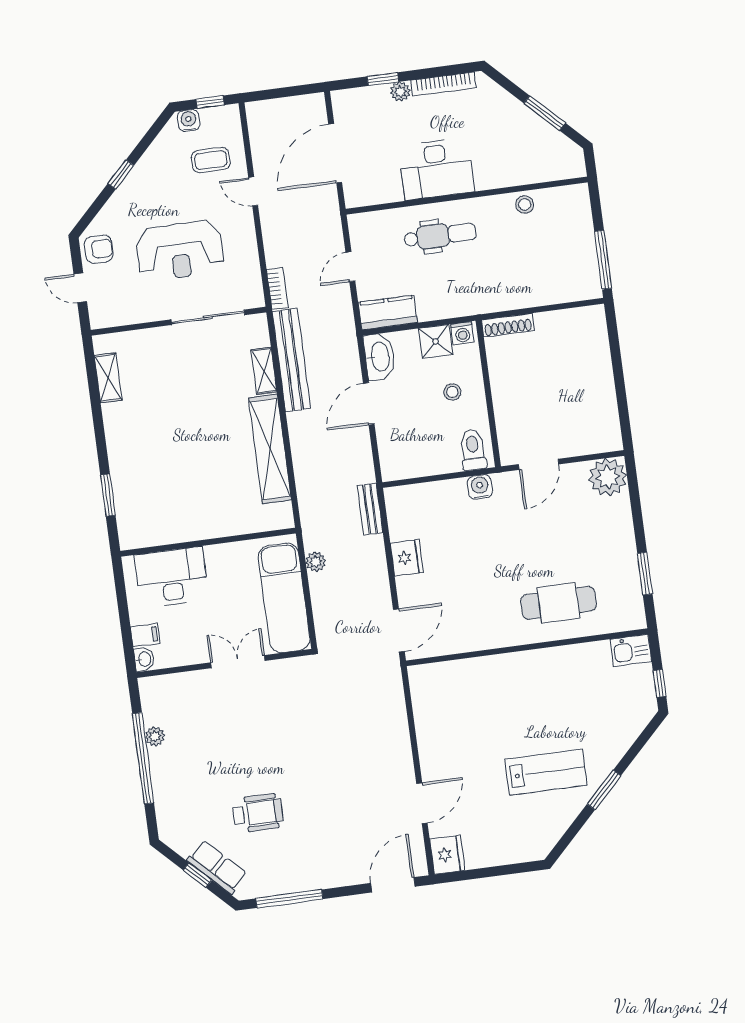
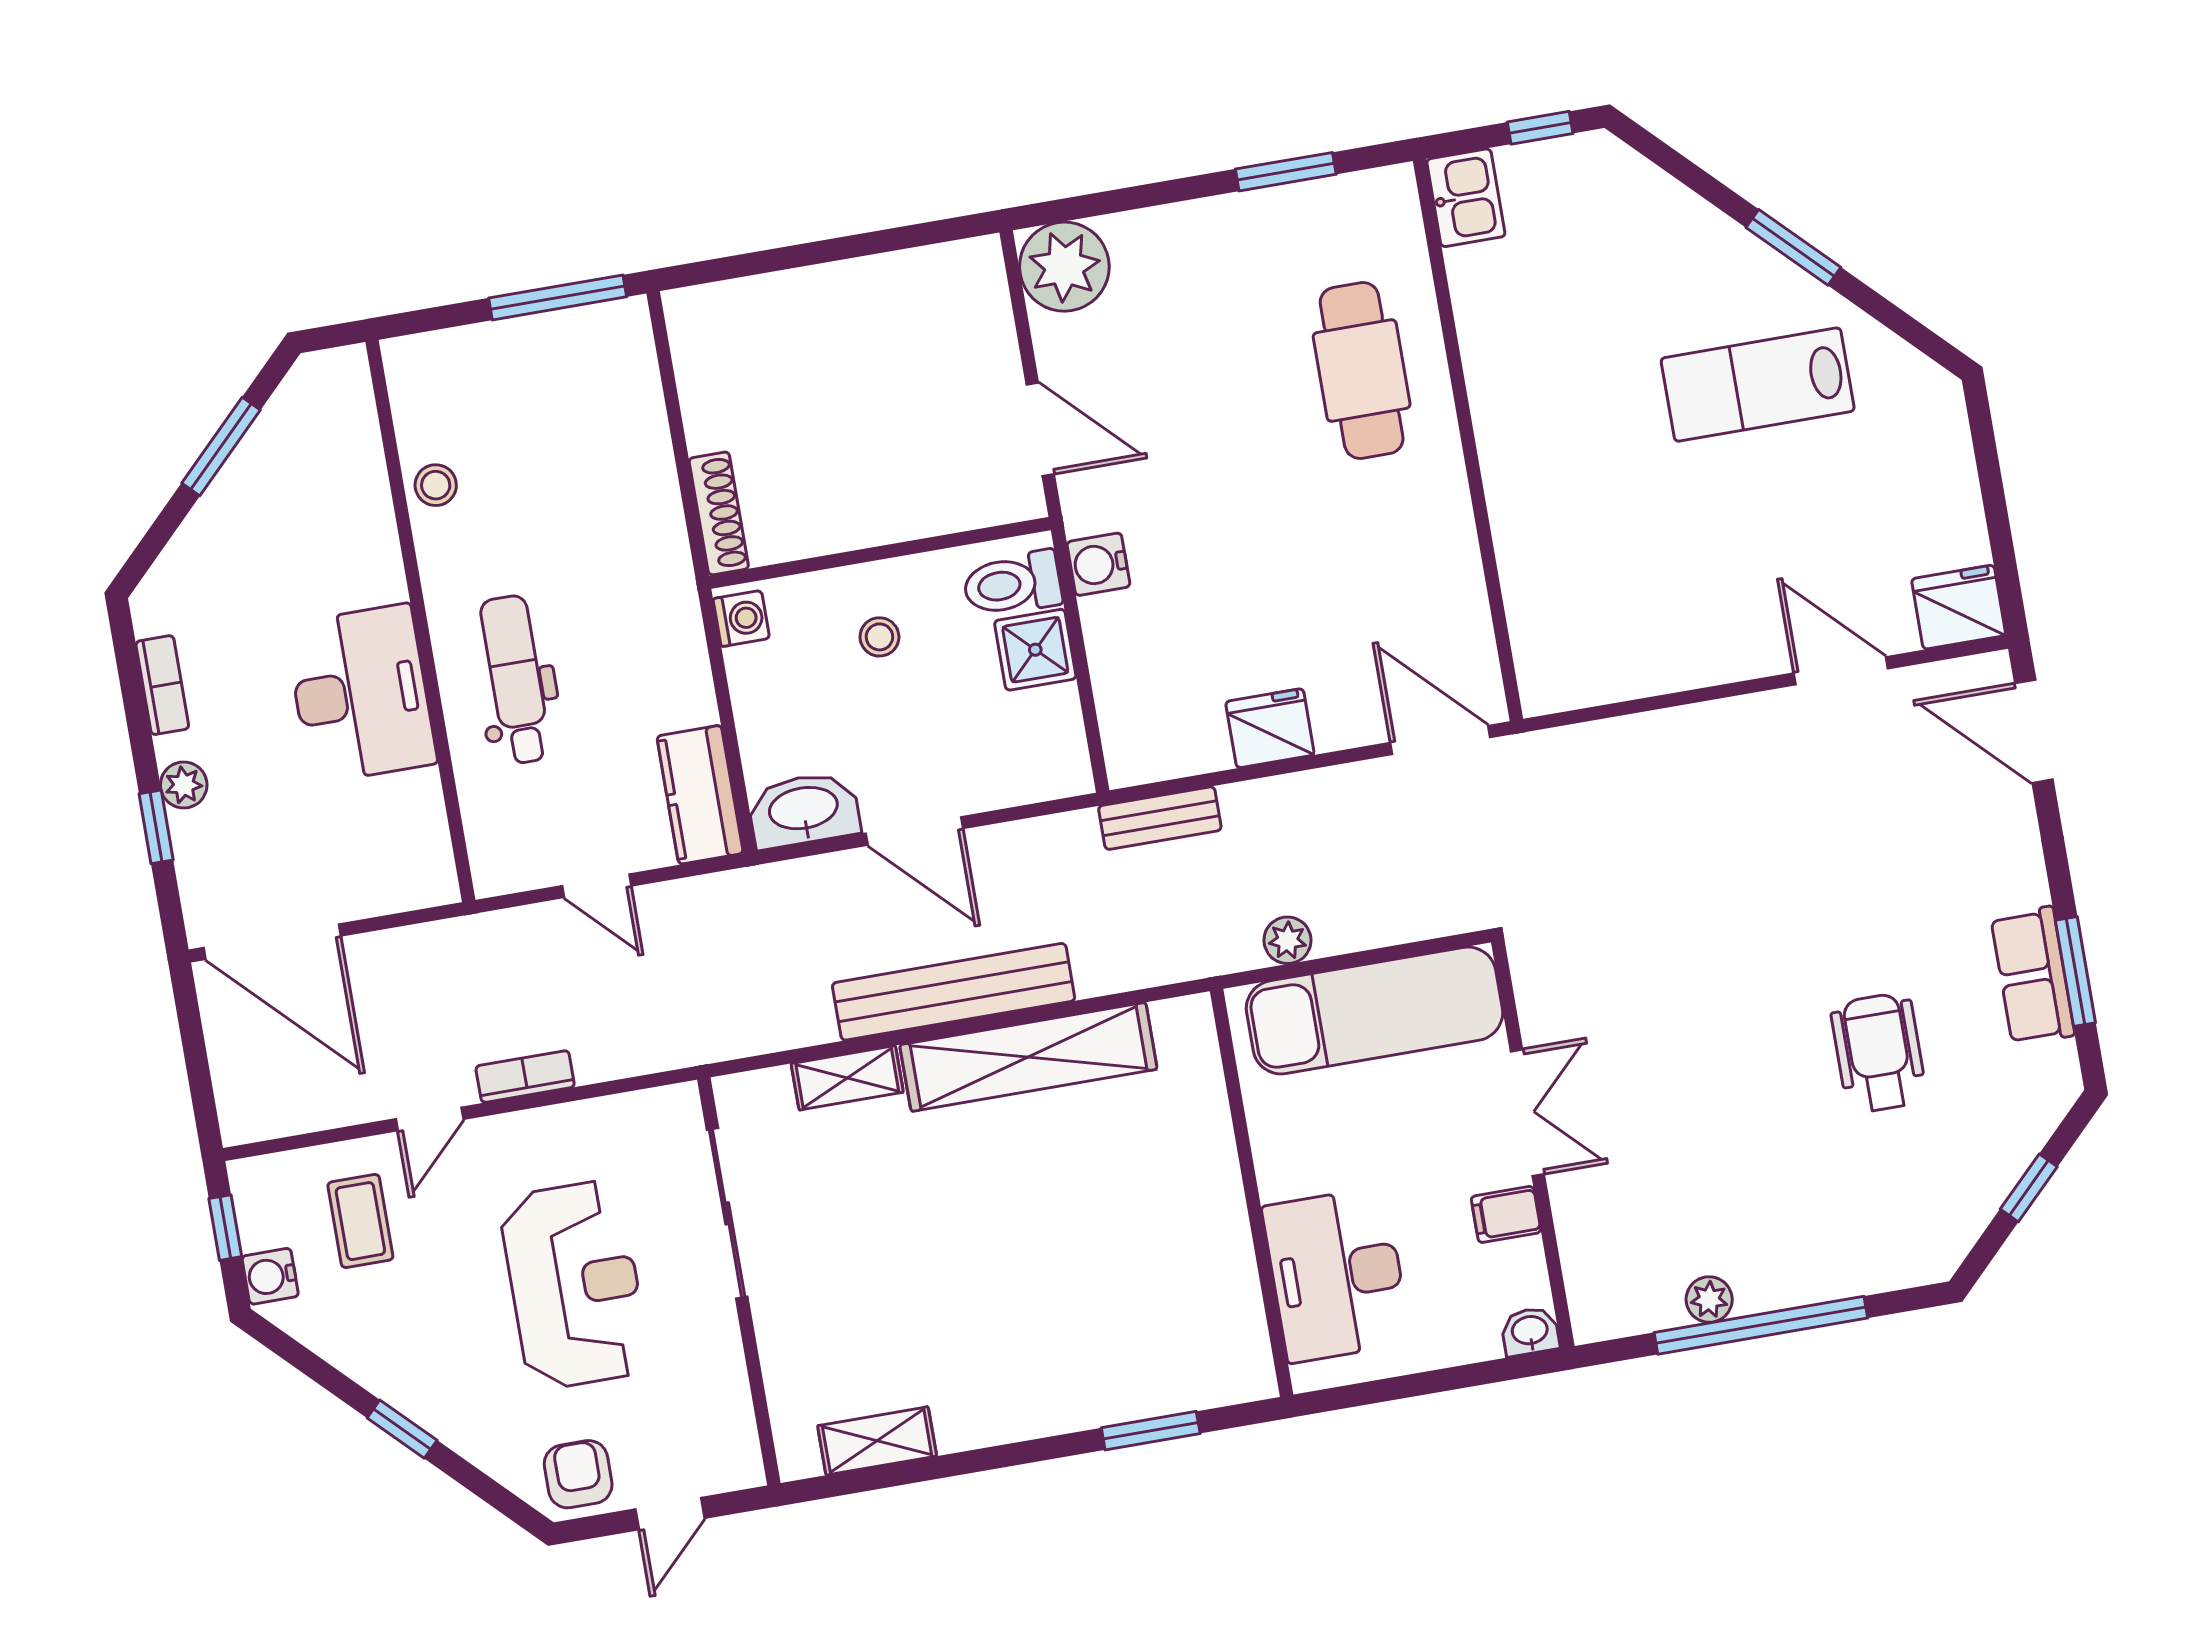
bookcase: (443, 84) -> (162, 685), width x0.64
door: (335, 153) -> (272, 942), moved
bookcase: (277, 288) -> (525, 1077), moved
shower: (436, 341) -> (1035, 650), moved
bench: (291, 360) -> (954, 992), moved
filing cabinet: (145, 635) -> (1506, 1214), moved, turned -90
double door: (238, 662) -> (1527, 1113), swing flipped
lab bench: (546, 772) -> (1758, 385), turned -90
row of seats: (217, 867) -> (2033, 976), moved, turned -45
window: (289, 899) -> (2075, 971), width x0.69

